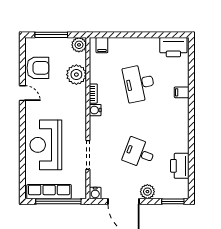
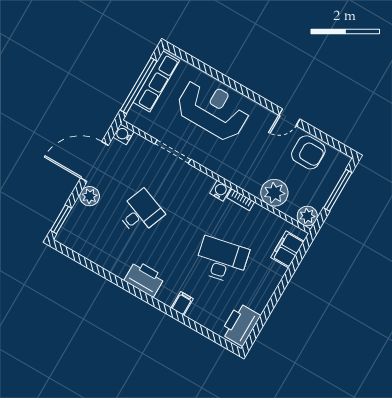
filing cabinet: (102, 45) -> (287, 249), width x2.00
armchair: (38, 68) -> (308, 152), turned -90
printer: (180, 166) -> (144, 279), moved

